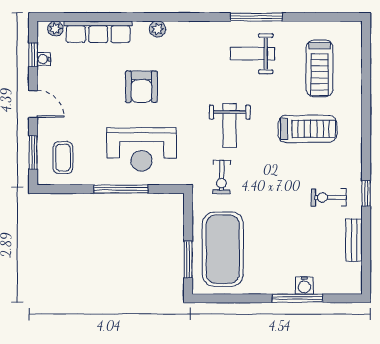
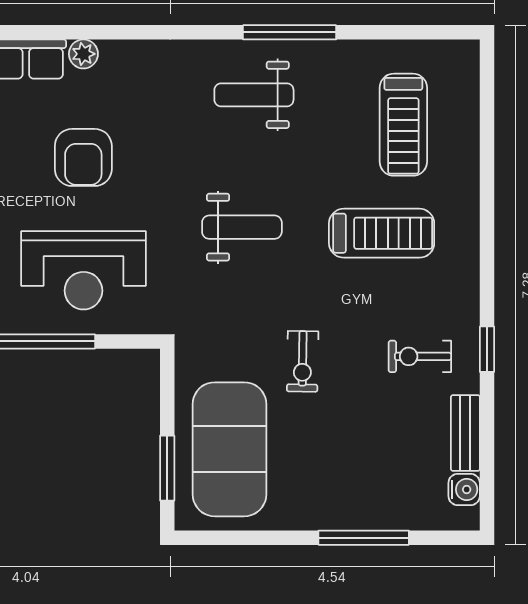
plant: (158, 29) -> (83, 54), moved
weight bench: (253, 54) -> (254, 95), moved
weight bench: (230, 125) -> (242, 227), turned -90
exercise bike: (222, 177) -> (303, 361), moved
water cooler: (304, 286) -> (464, 490), moved, turned -90

